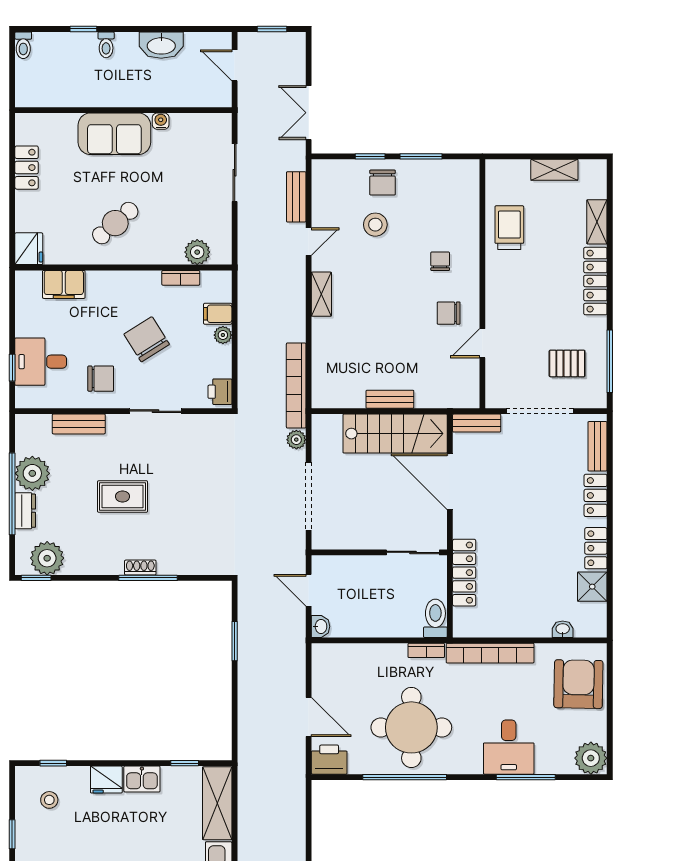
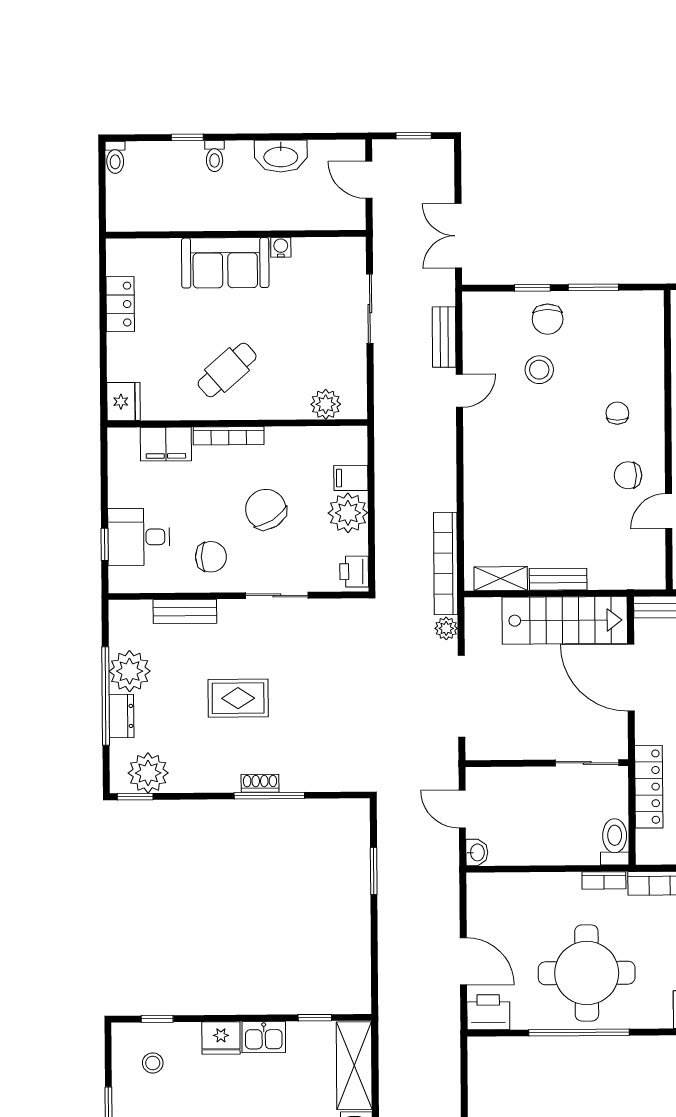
bookcase: (181, 278) -> (229, 436), moved, width x1.56
shelving: (321, 294) -> (501, 579), moved, turned 90
plant: (223, 335) -> (348, 513), width x1.88, depth x1.88

